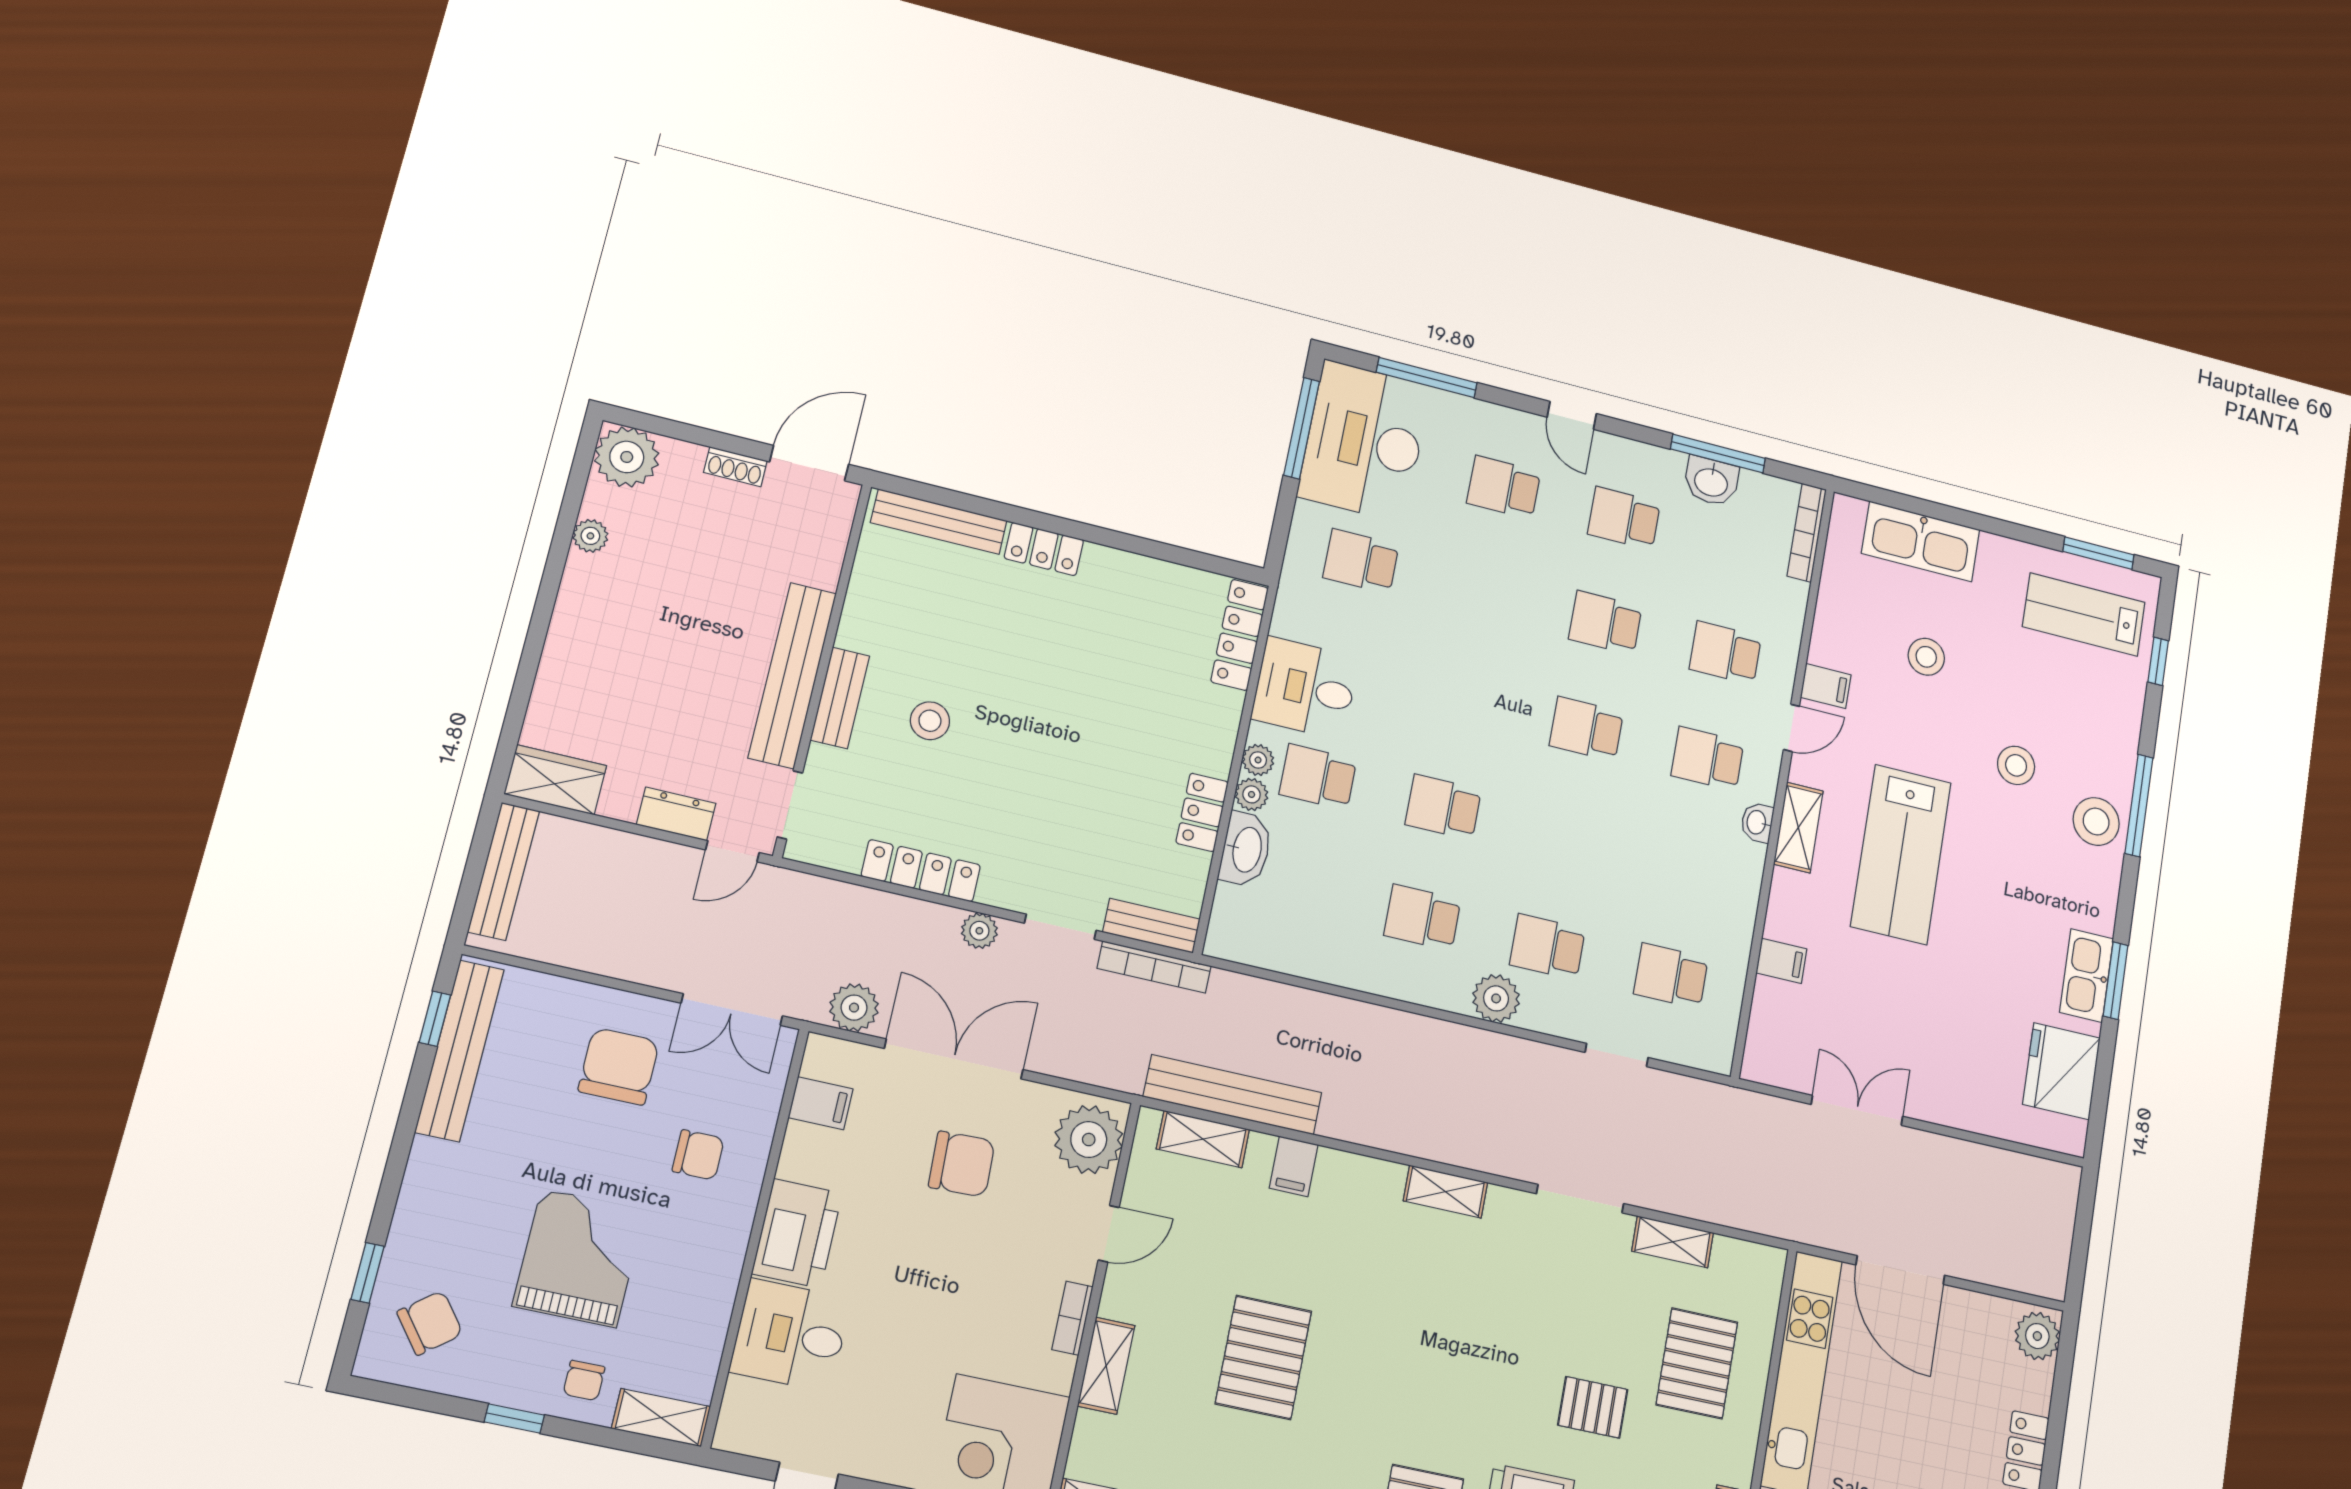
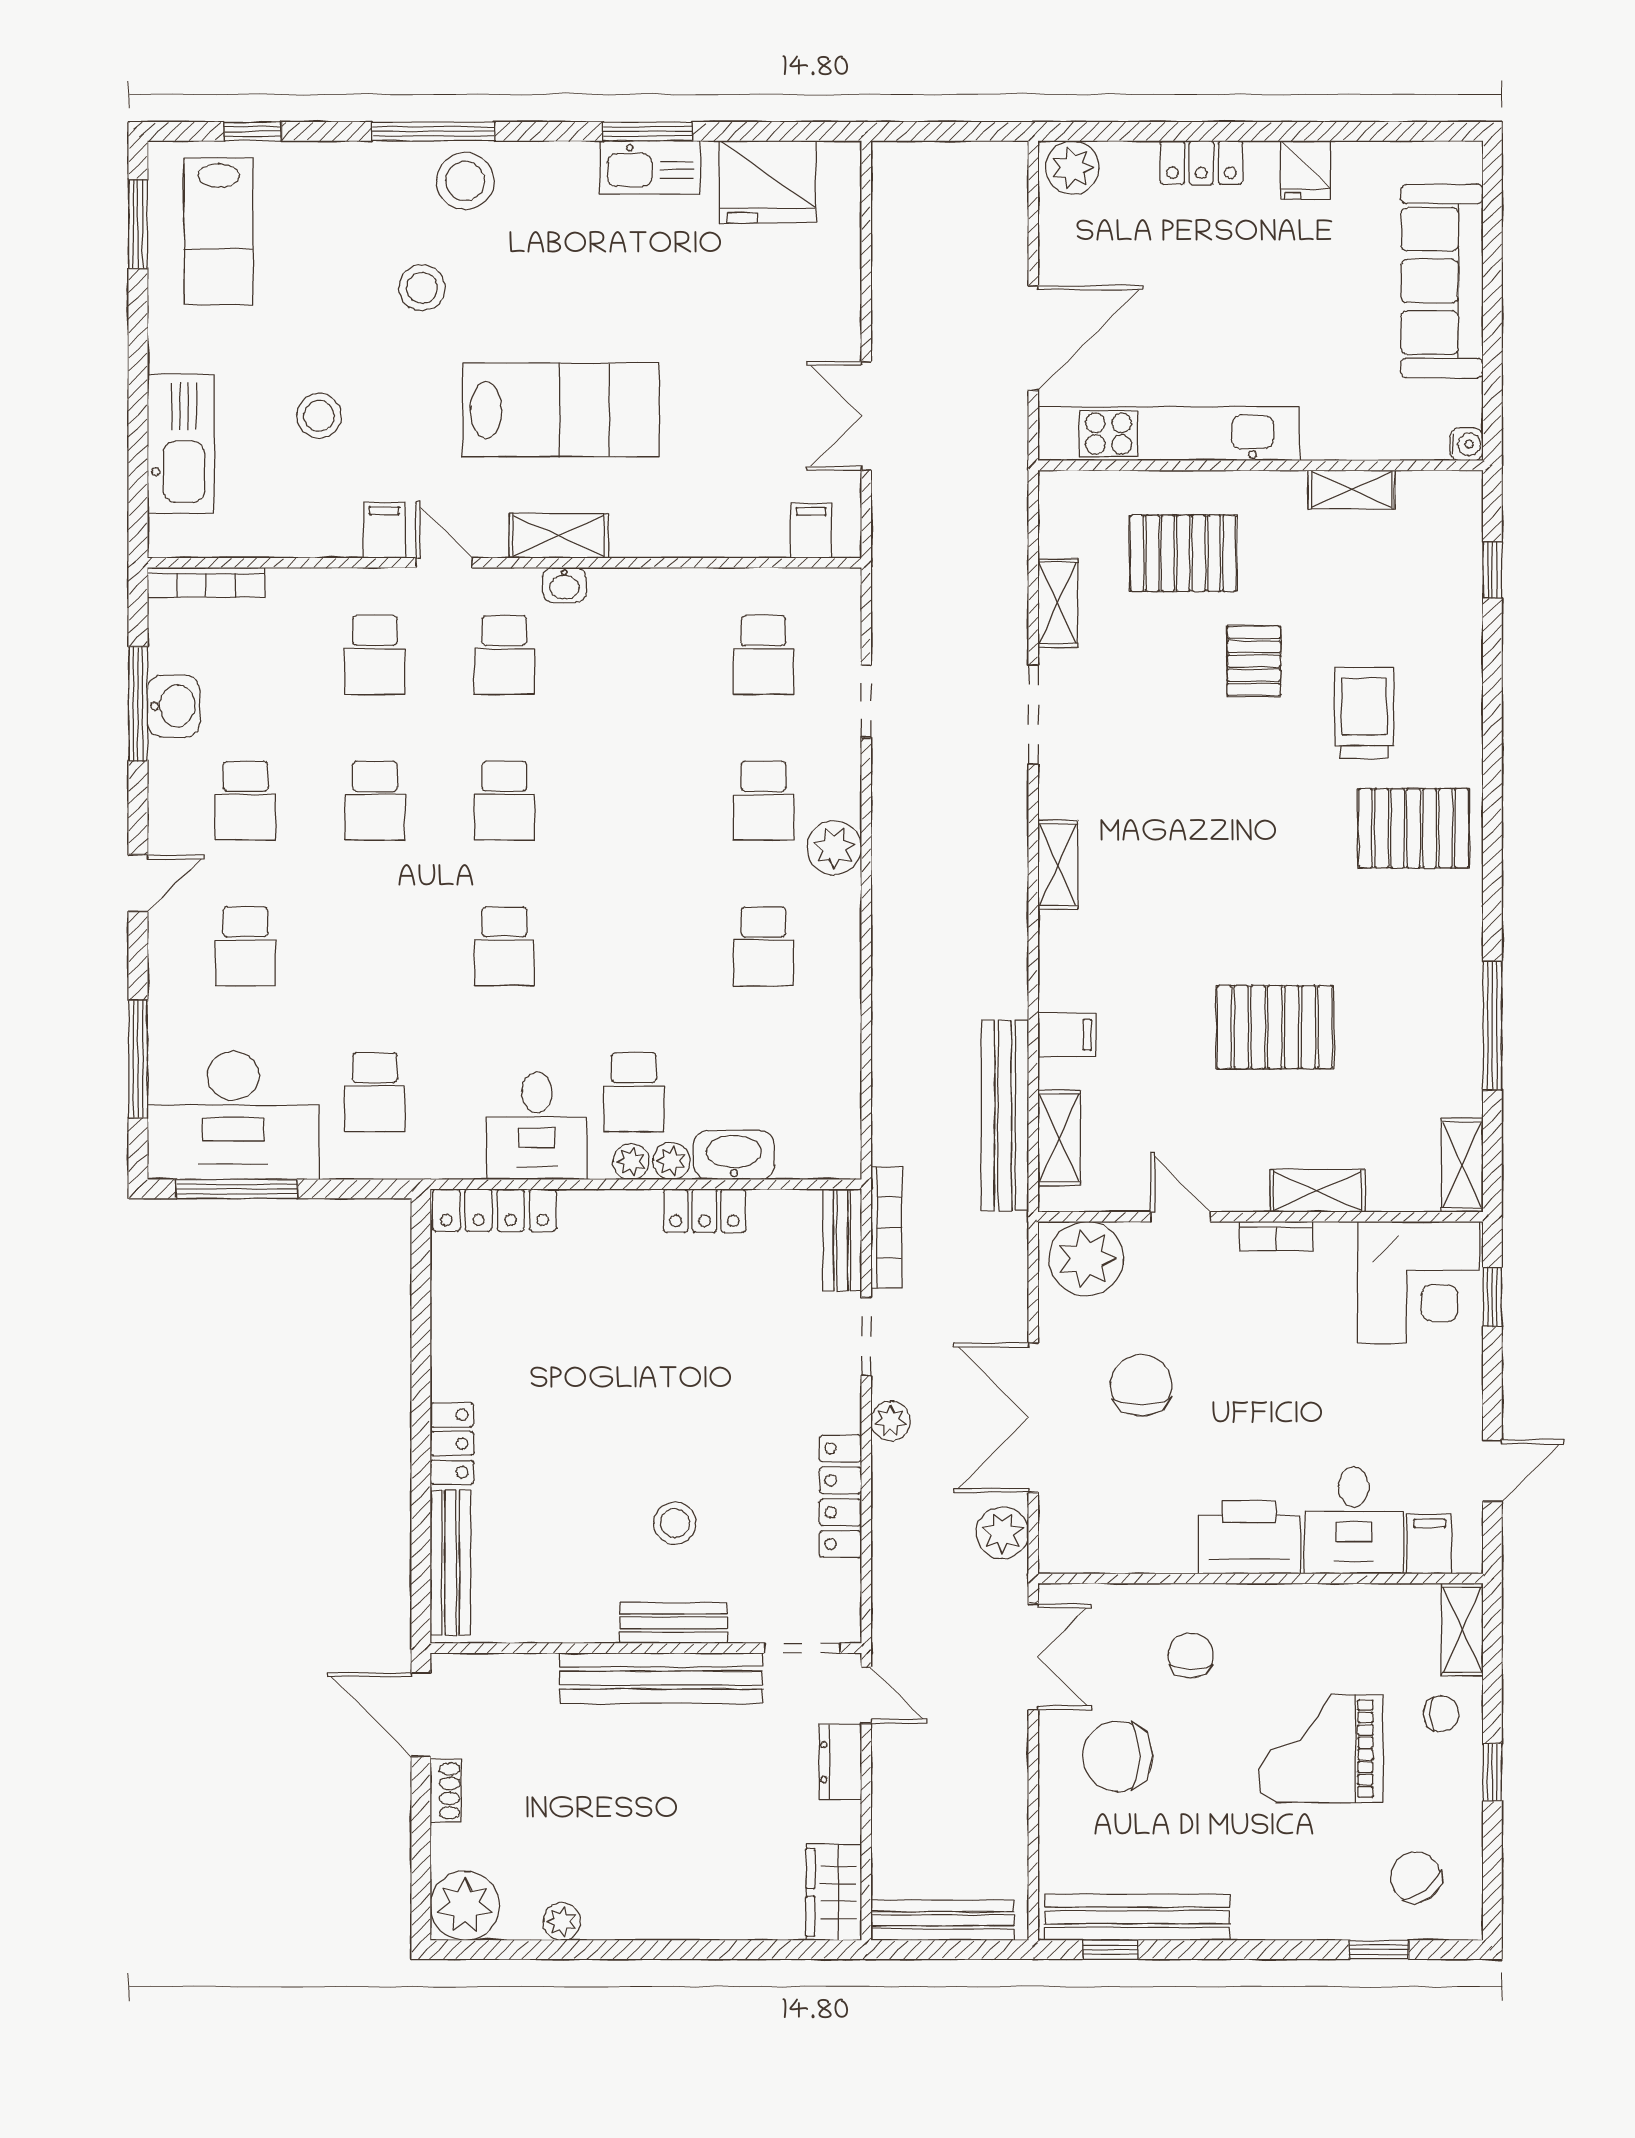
school desk: (1443, 807) -> (504, 946), moved
filing cabinet: (1781, 961) -> (811, 531), moved
filing cabinet: (821, 1103) -> (1430, 1544), moved

